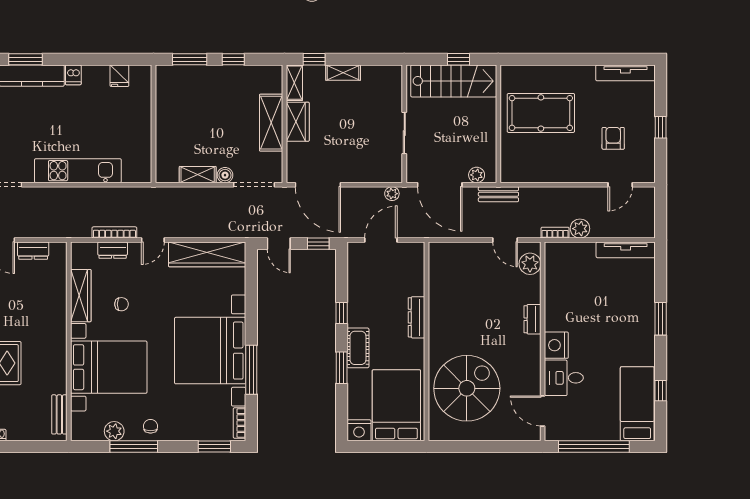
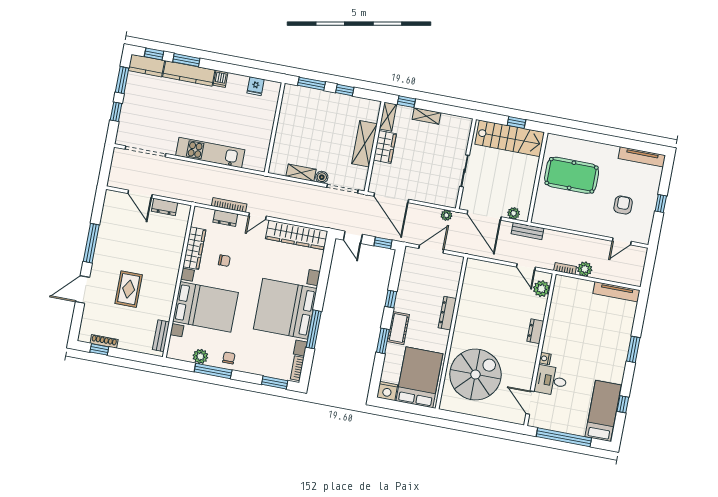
nightstand: (556, 345) -> (545, 359), width x0.53, depth x0.56

